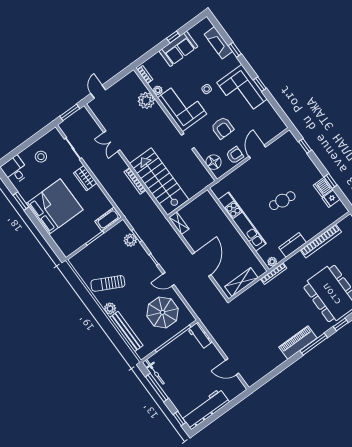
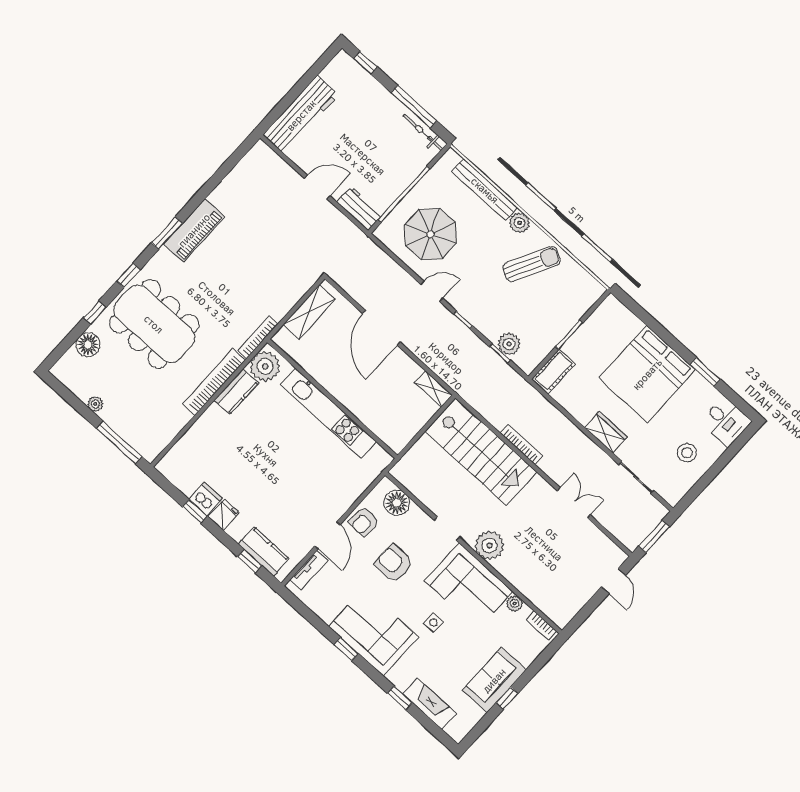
plant: (146, 101) -> (490, 545), moved
tv unit: (272, 134) -> (309, 570), added
kitchen counter: (296, 150) -> (264, 552), added
fridge: (331, 199) -> (224, 515), moved
cafe table: (282, 201) -> (269, 462), removed
bookcase: (321, 241) -> (214, 382), moved
plant: (272, 262) -> (265, 366), width x1.87, depth x1.87
window: (314, 344) -> (167, 233), width x0.69
door: (232, 367) -> (317, 187), moved
workbench: (205, 409) -> (301, 115), moved

